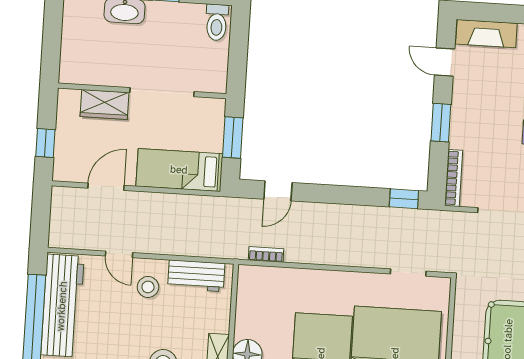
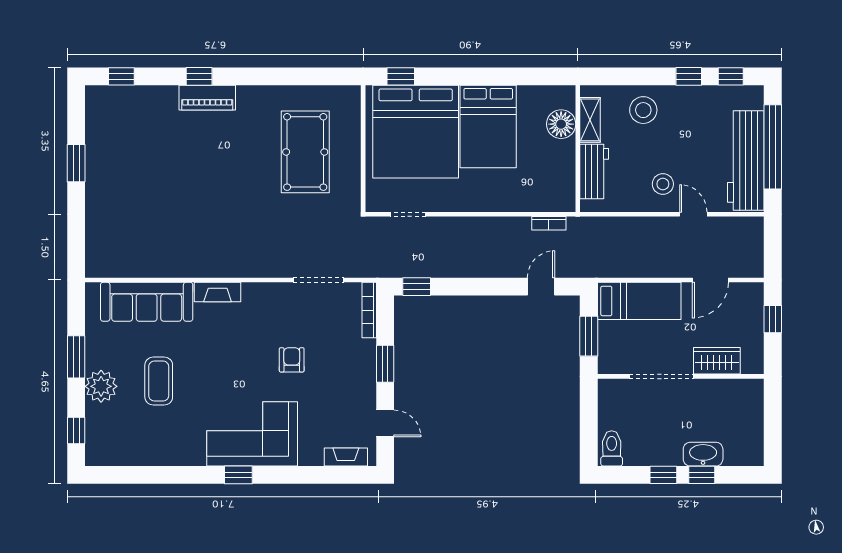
fireplace: (486, 34) -> (346, 457), width x0.73, depth x0.76
workbench: (196, 276) -> (594, 171), moved, turned 90

